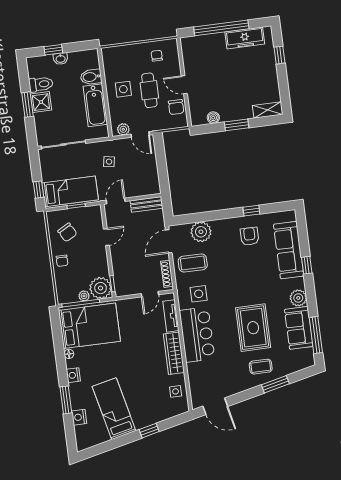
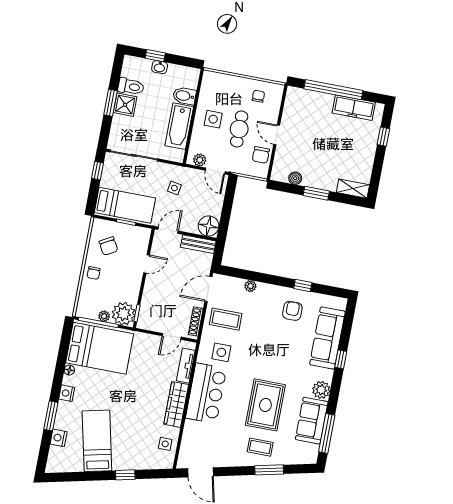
floor lamp: (150, 185) -> (209, 226), added
window: (38, 190) -> (98, 171), moved
plant: (201, 232) -> (250, 286), width x0.53, depth x0.53

